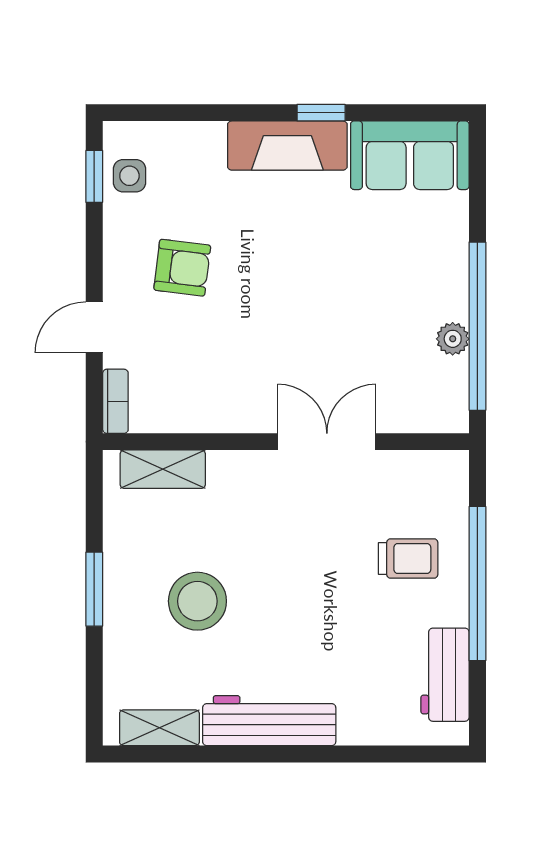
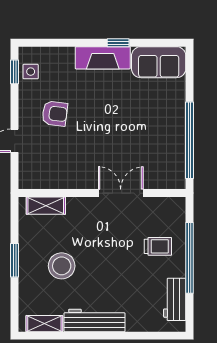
plant: (453, 339) -> (178, 146), removed
bookcase: (115, 401) -> (24, 175), removed

